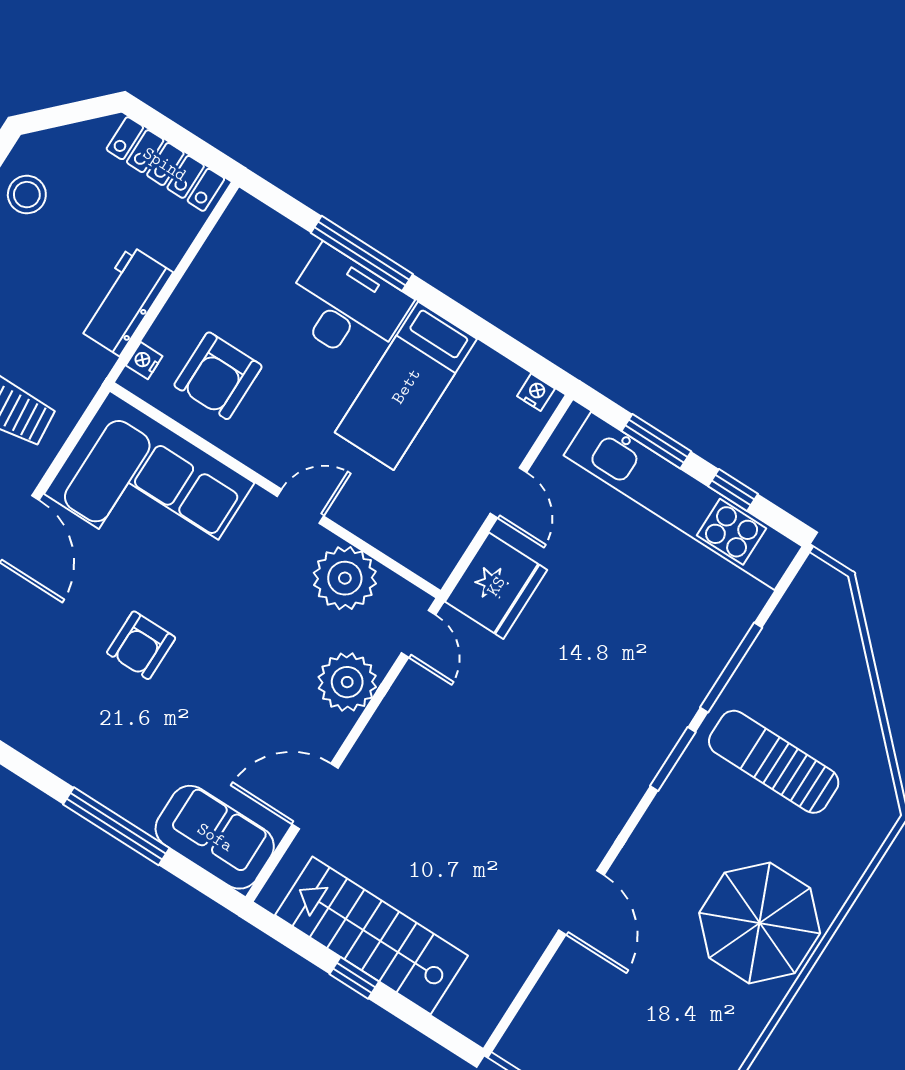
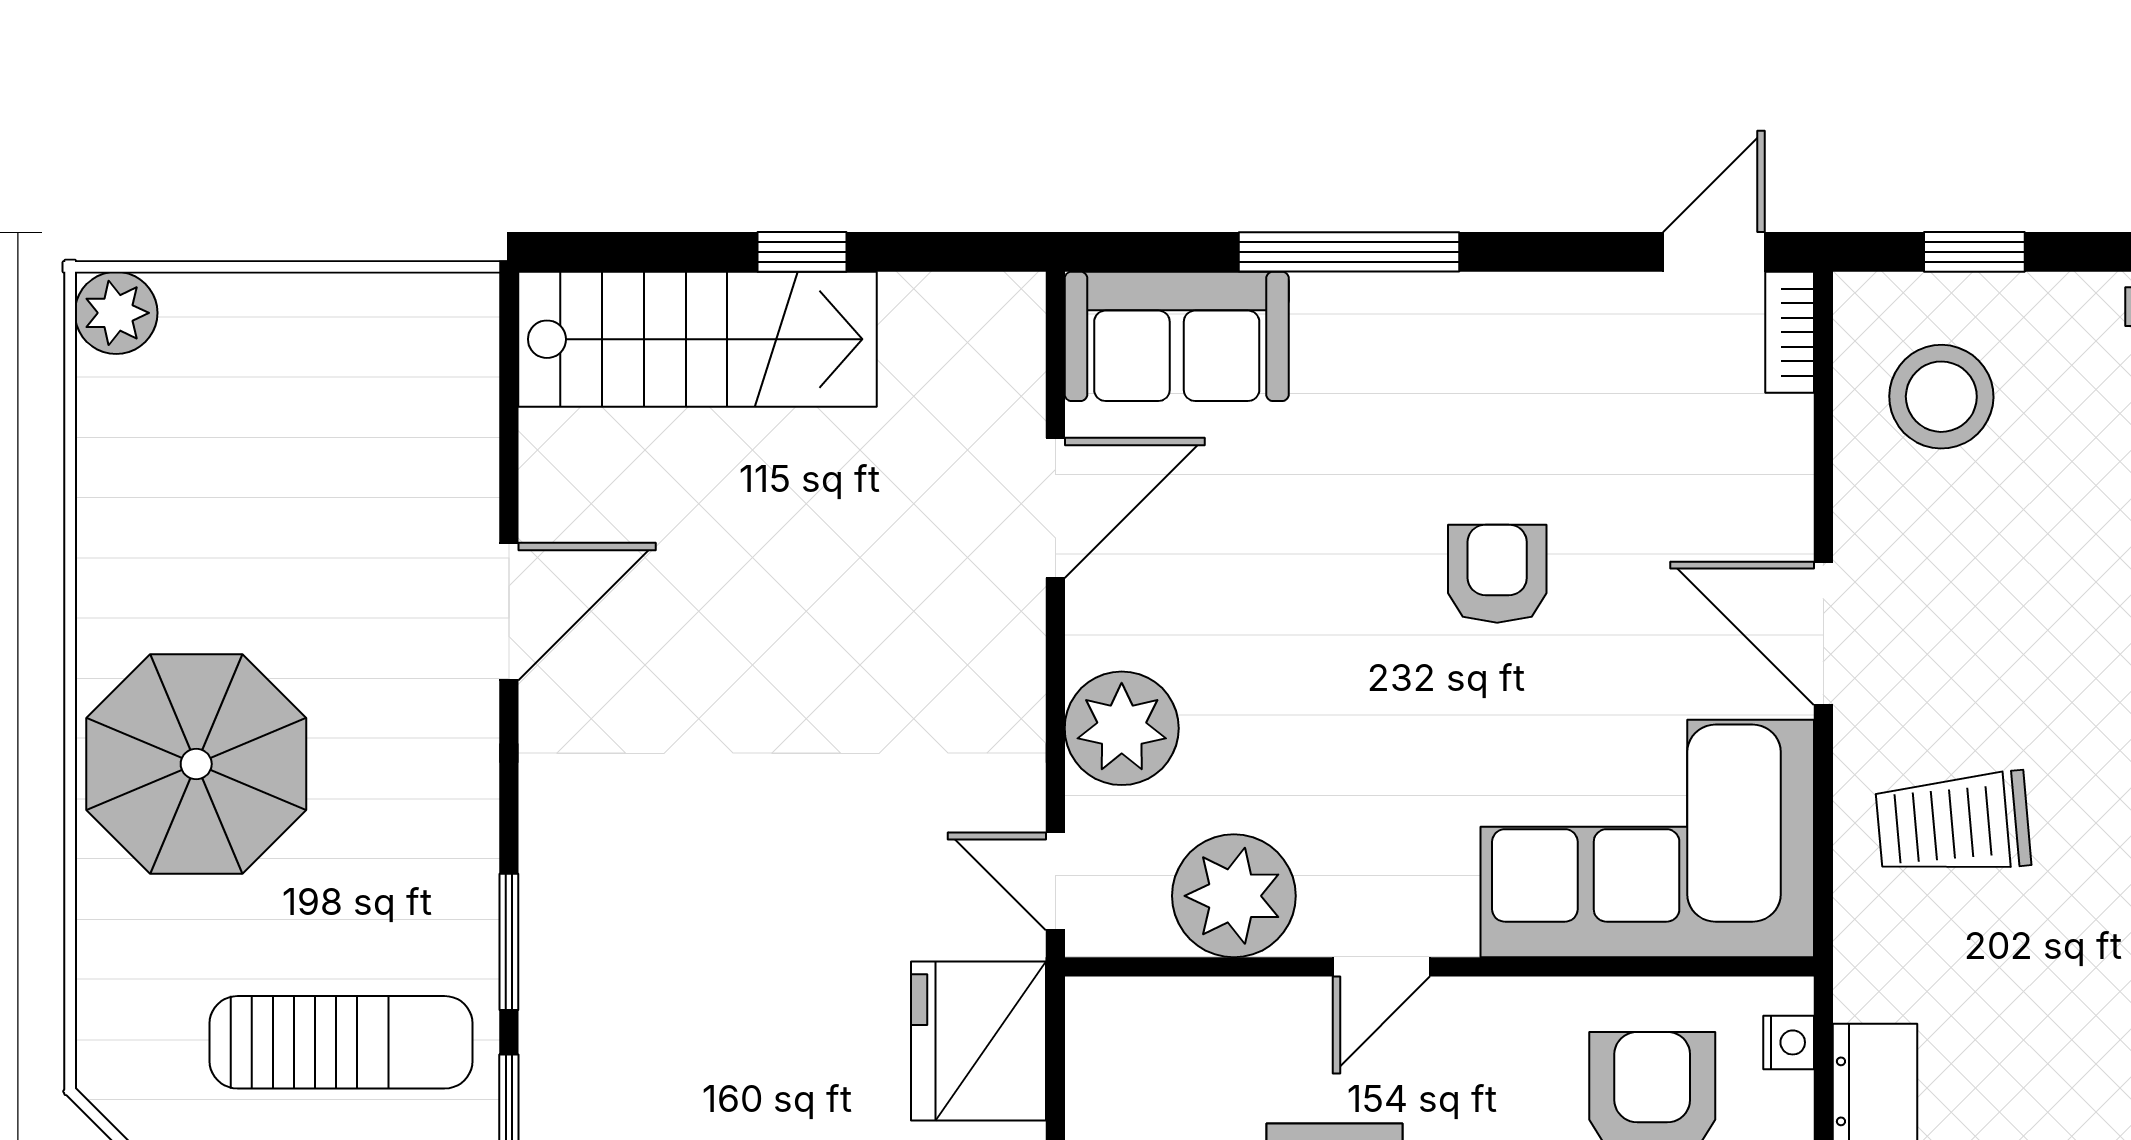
door: (581, 903) -> (509, 612), swing flipped
stairs: (372, 935) -> (697, 339), moved

